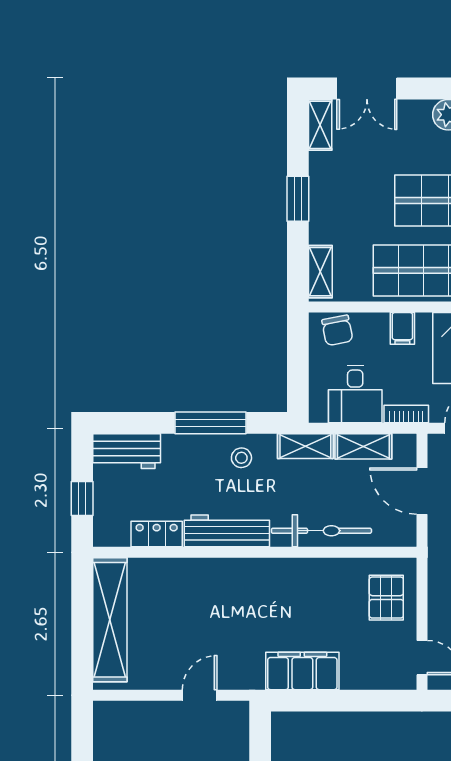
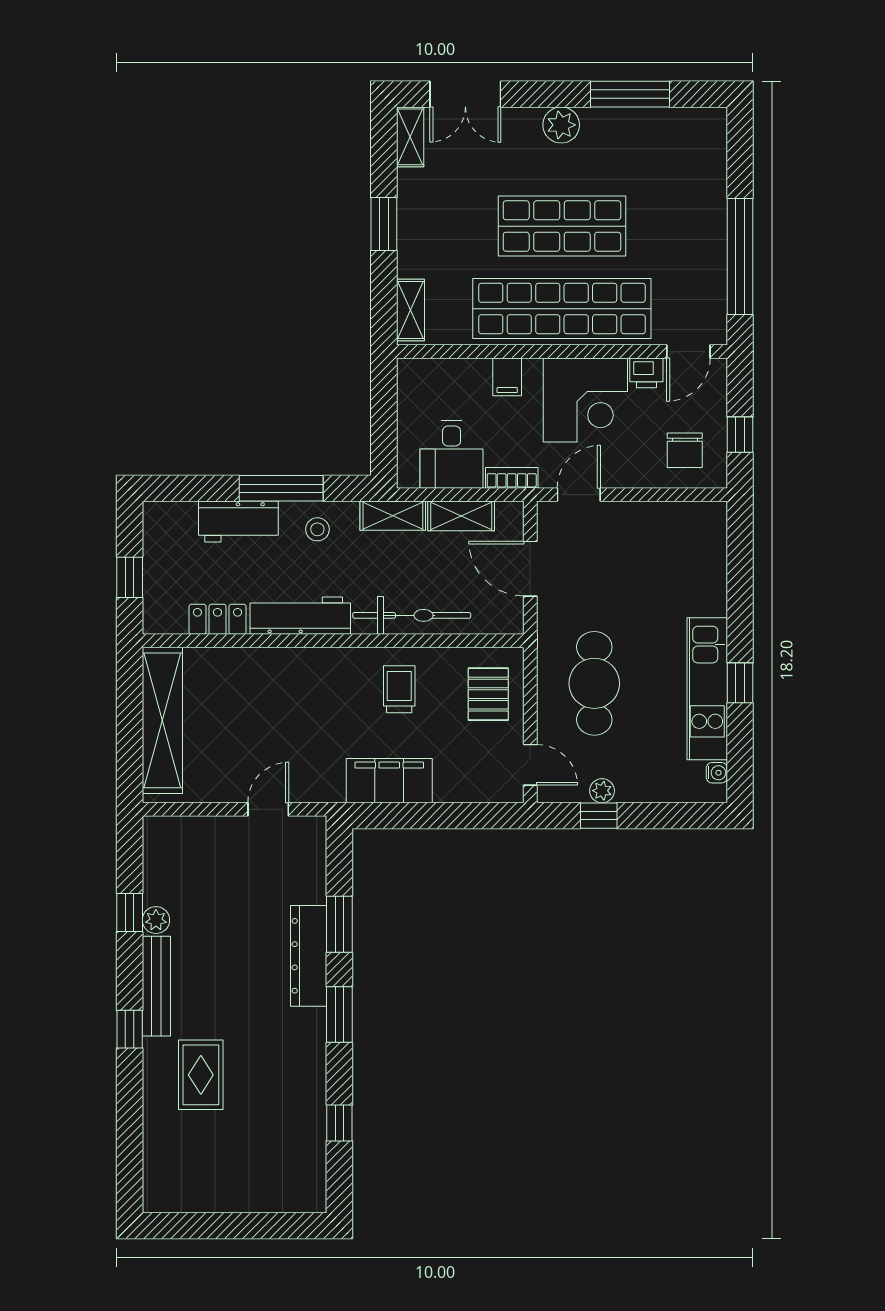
chair: (337, 330) -> (430, 379), removed
workbench: (127, 451) -> (238, 522), moved
trolley: (311, 593) -> (399, 689), added

